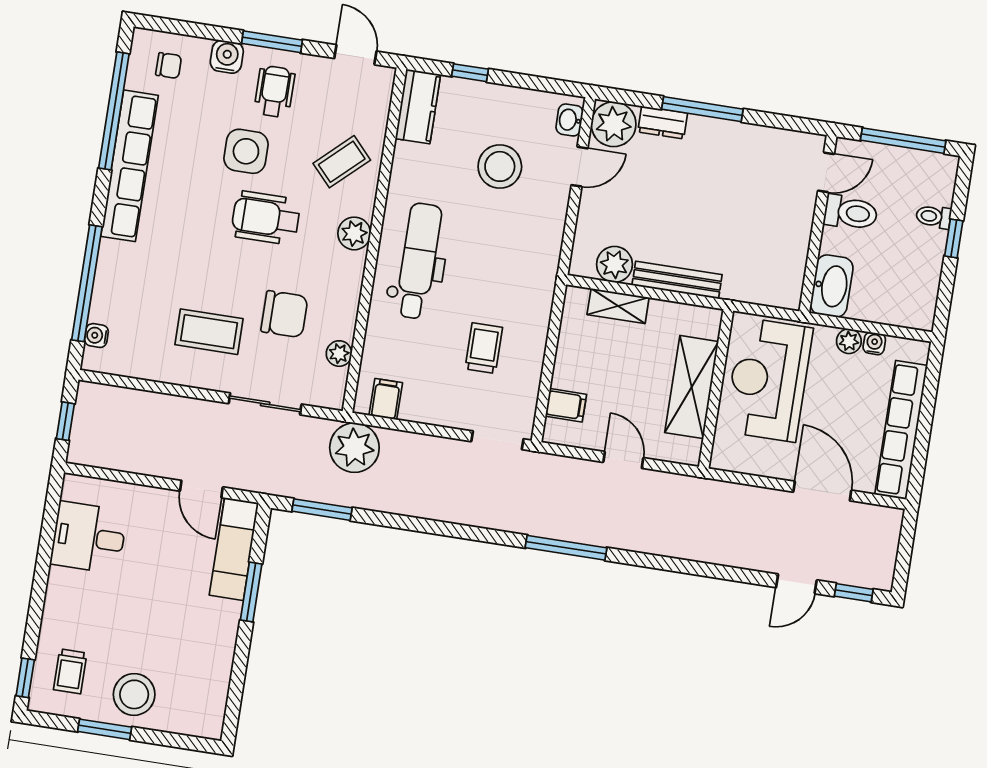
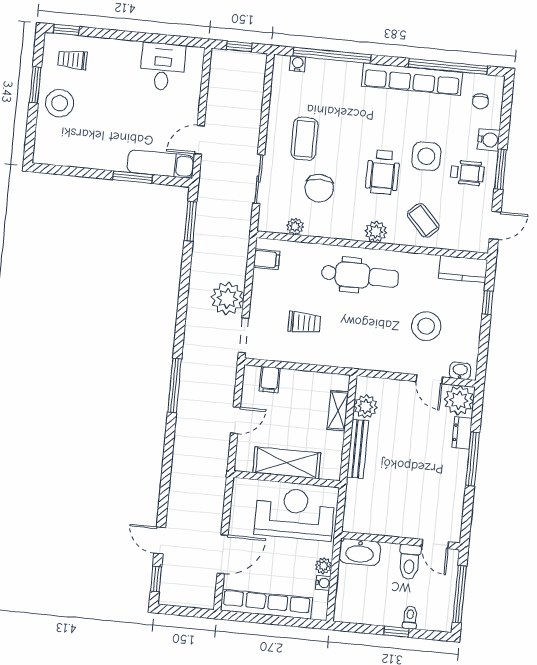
wheelchair: (266, 218) -> (383, 172), turned 180
plant: (354, 448) -> (227, 298), moved

